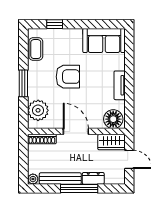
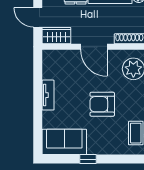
window: (55, 24) -> (88, 159), moved
floor lamp: (113, 119) -> (55, 60), removed

